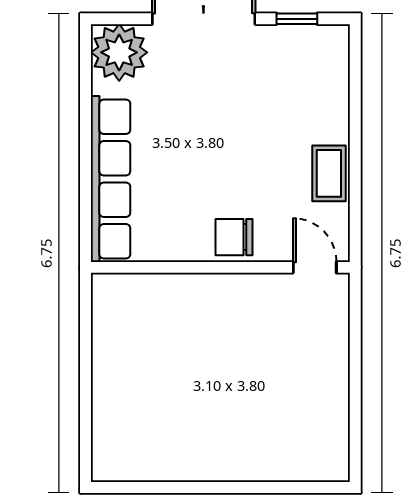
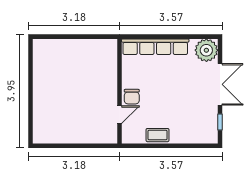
chair: (234, 237) -> (132, 97), turned 180
door: (315, 267) -> (120, 115), moved

